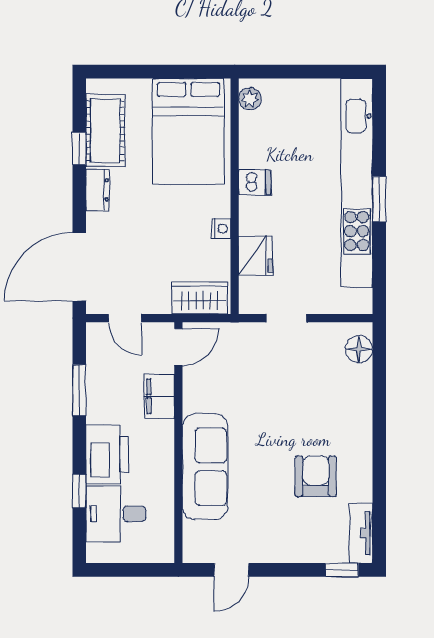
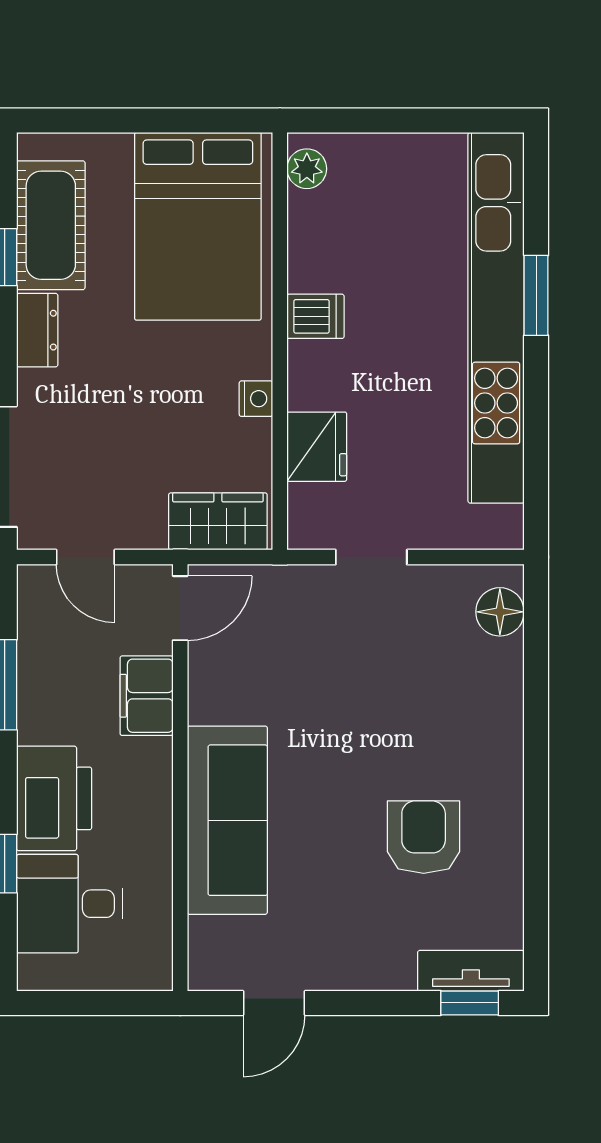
window: (379, 199) -> (536, 295), moved
tv unit: (361, 533) -> (471, 971), moved, turned 90

